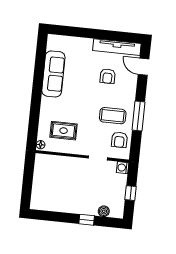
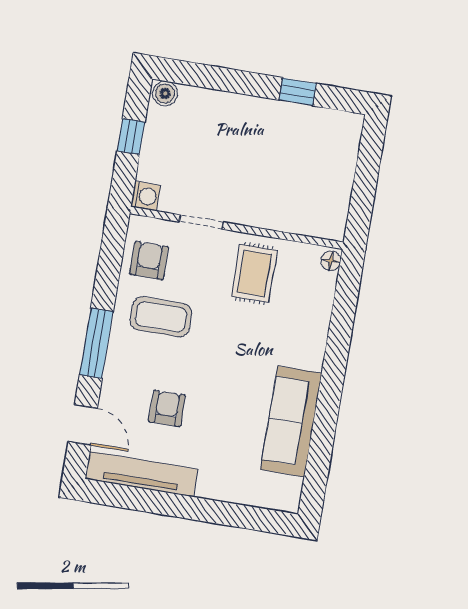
window: (138, 116) -> (96, 343), moved
rug: (64, 131) -> (254, 273), moved, turned 90
boiler: (104, 211) -> (165, 93), moved
window: (87, 220) -> (298, 92), moved

